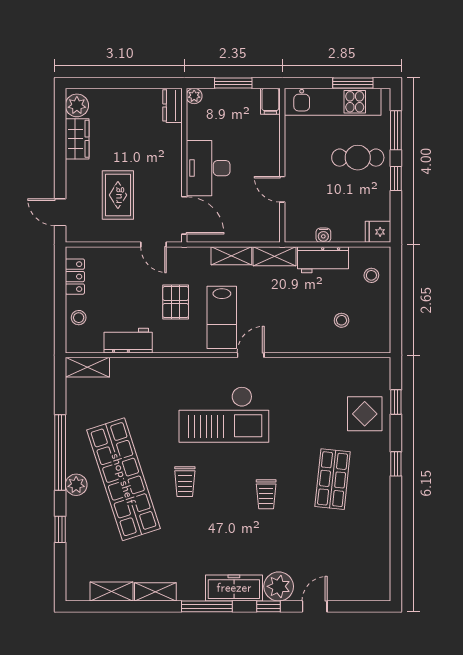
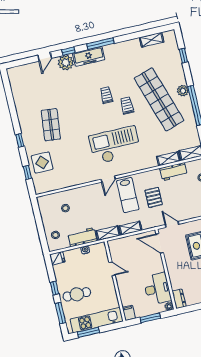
desk: (208, 168) -> (157, 289), moved
lab bench: (222, 317) -> (128, 195), turned 180
trolley: (266, 494) -> (106, 95), moved
window: (60, 529) -> (183, 56), moved
shelving: (155, 592) -> (168, 159), moved

